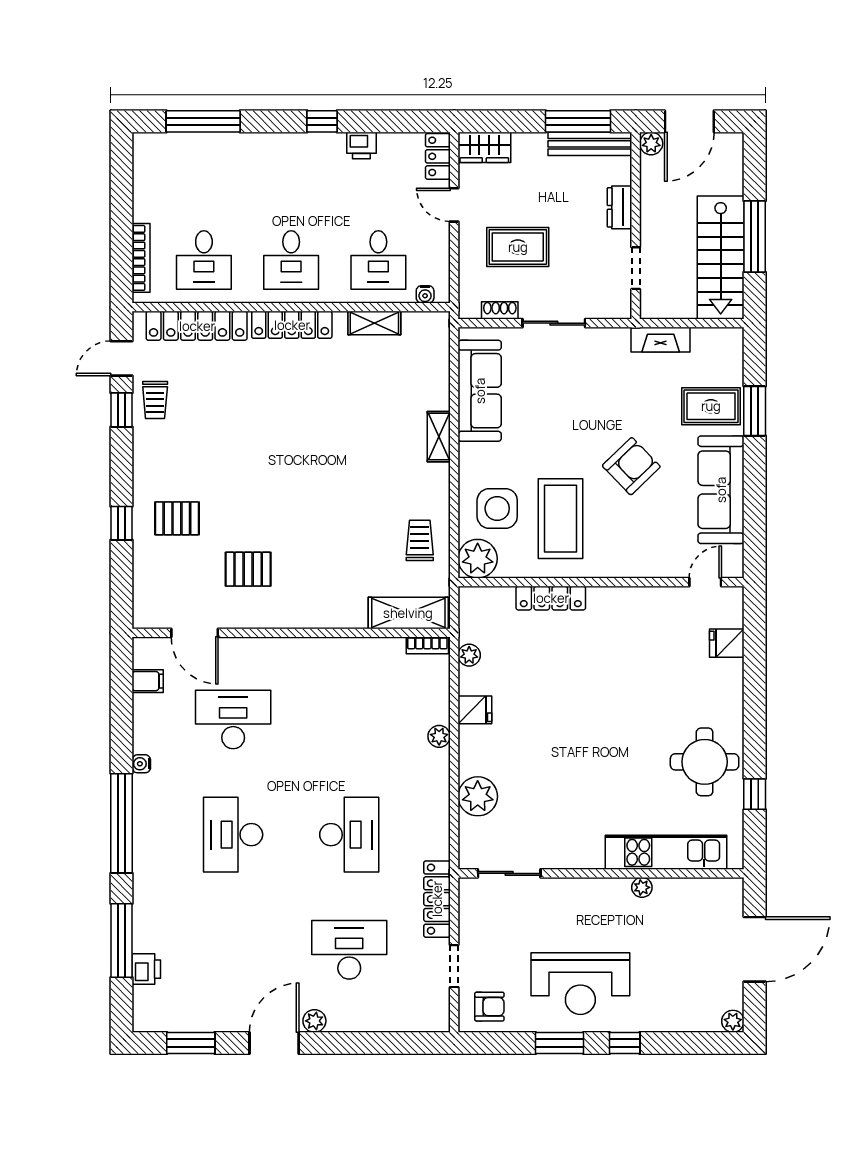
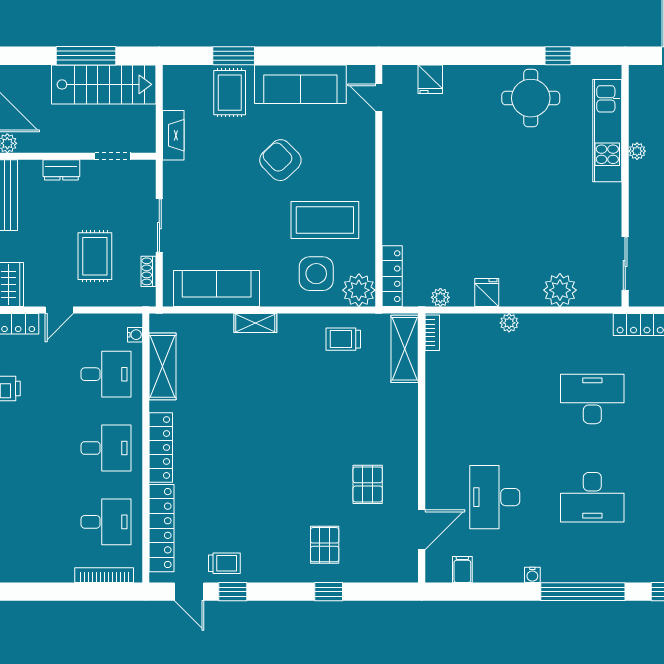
shelving: (374, 323) -> (163, 366), width x1.50, depth x1.33
locker: (551, 598) -> (392, 276), moved

